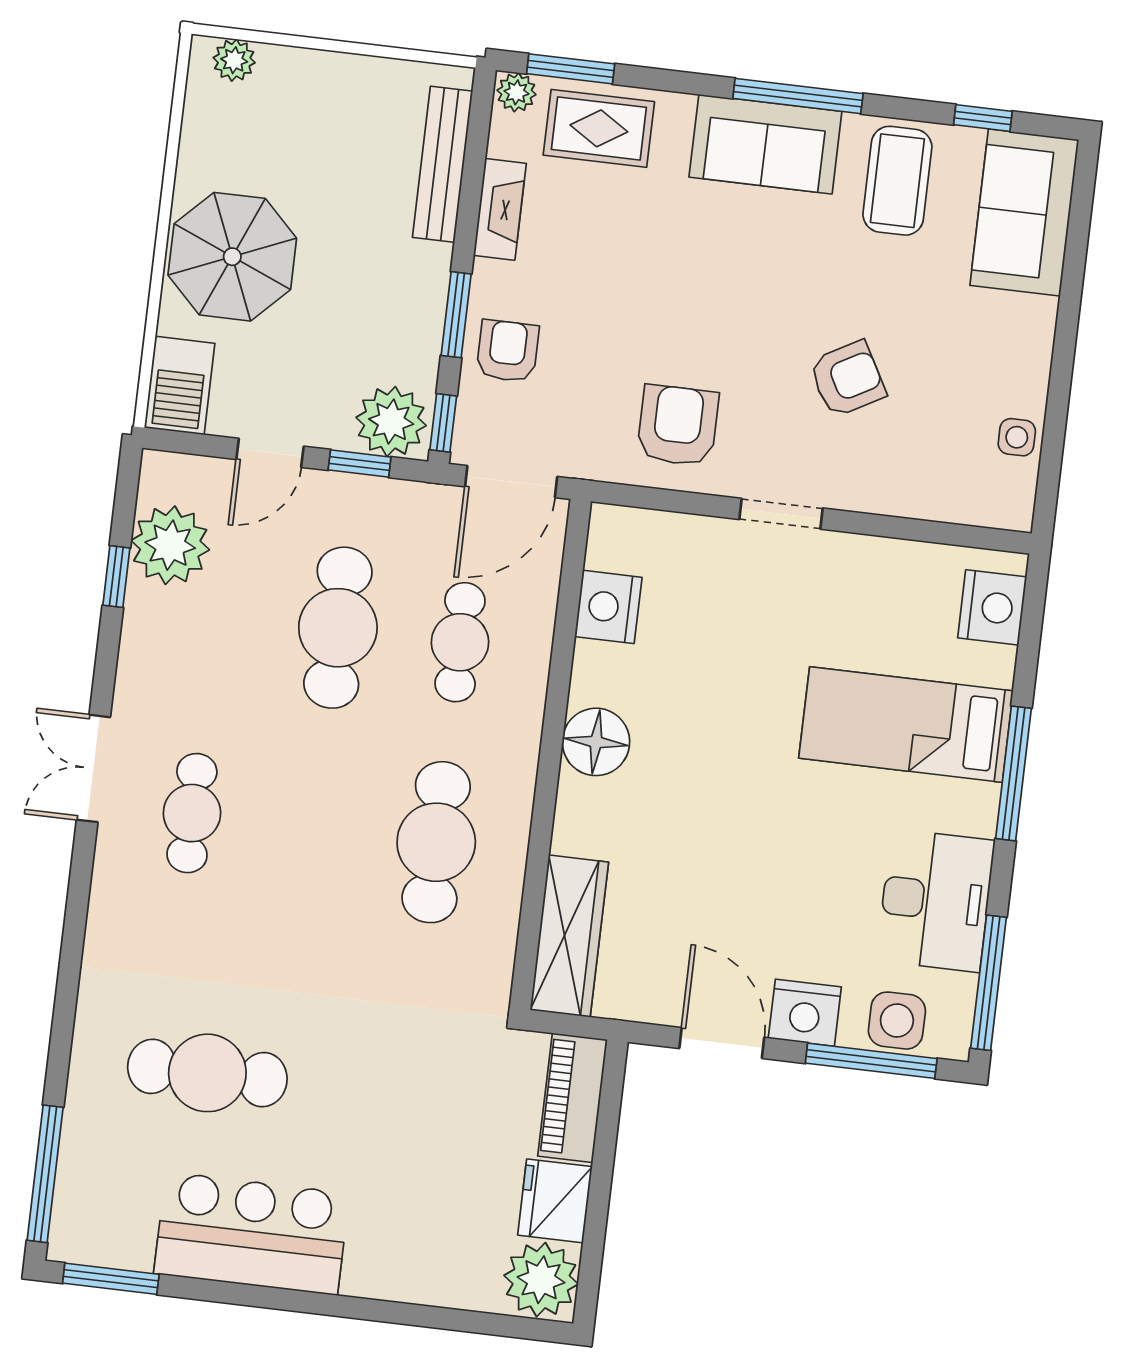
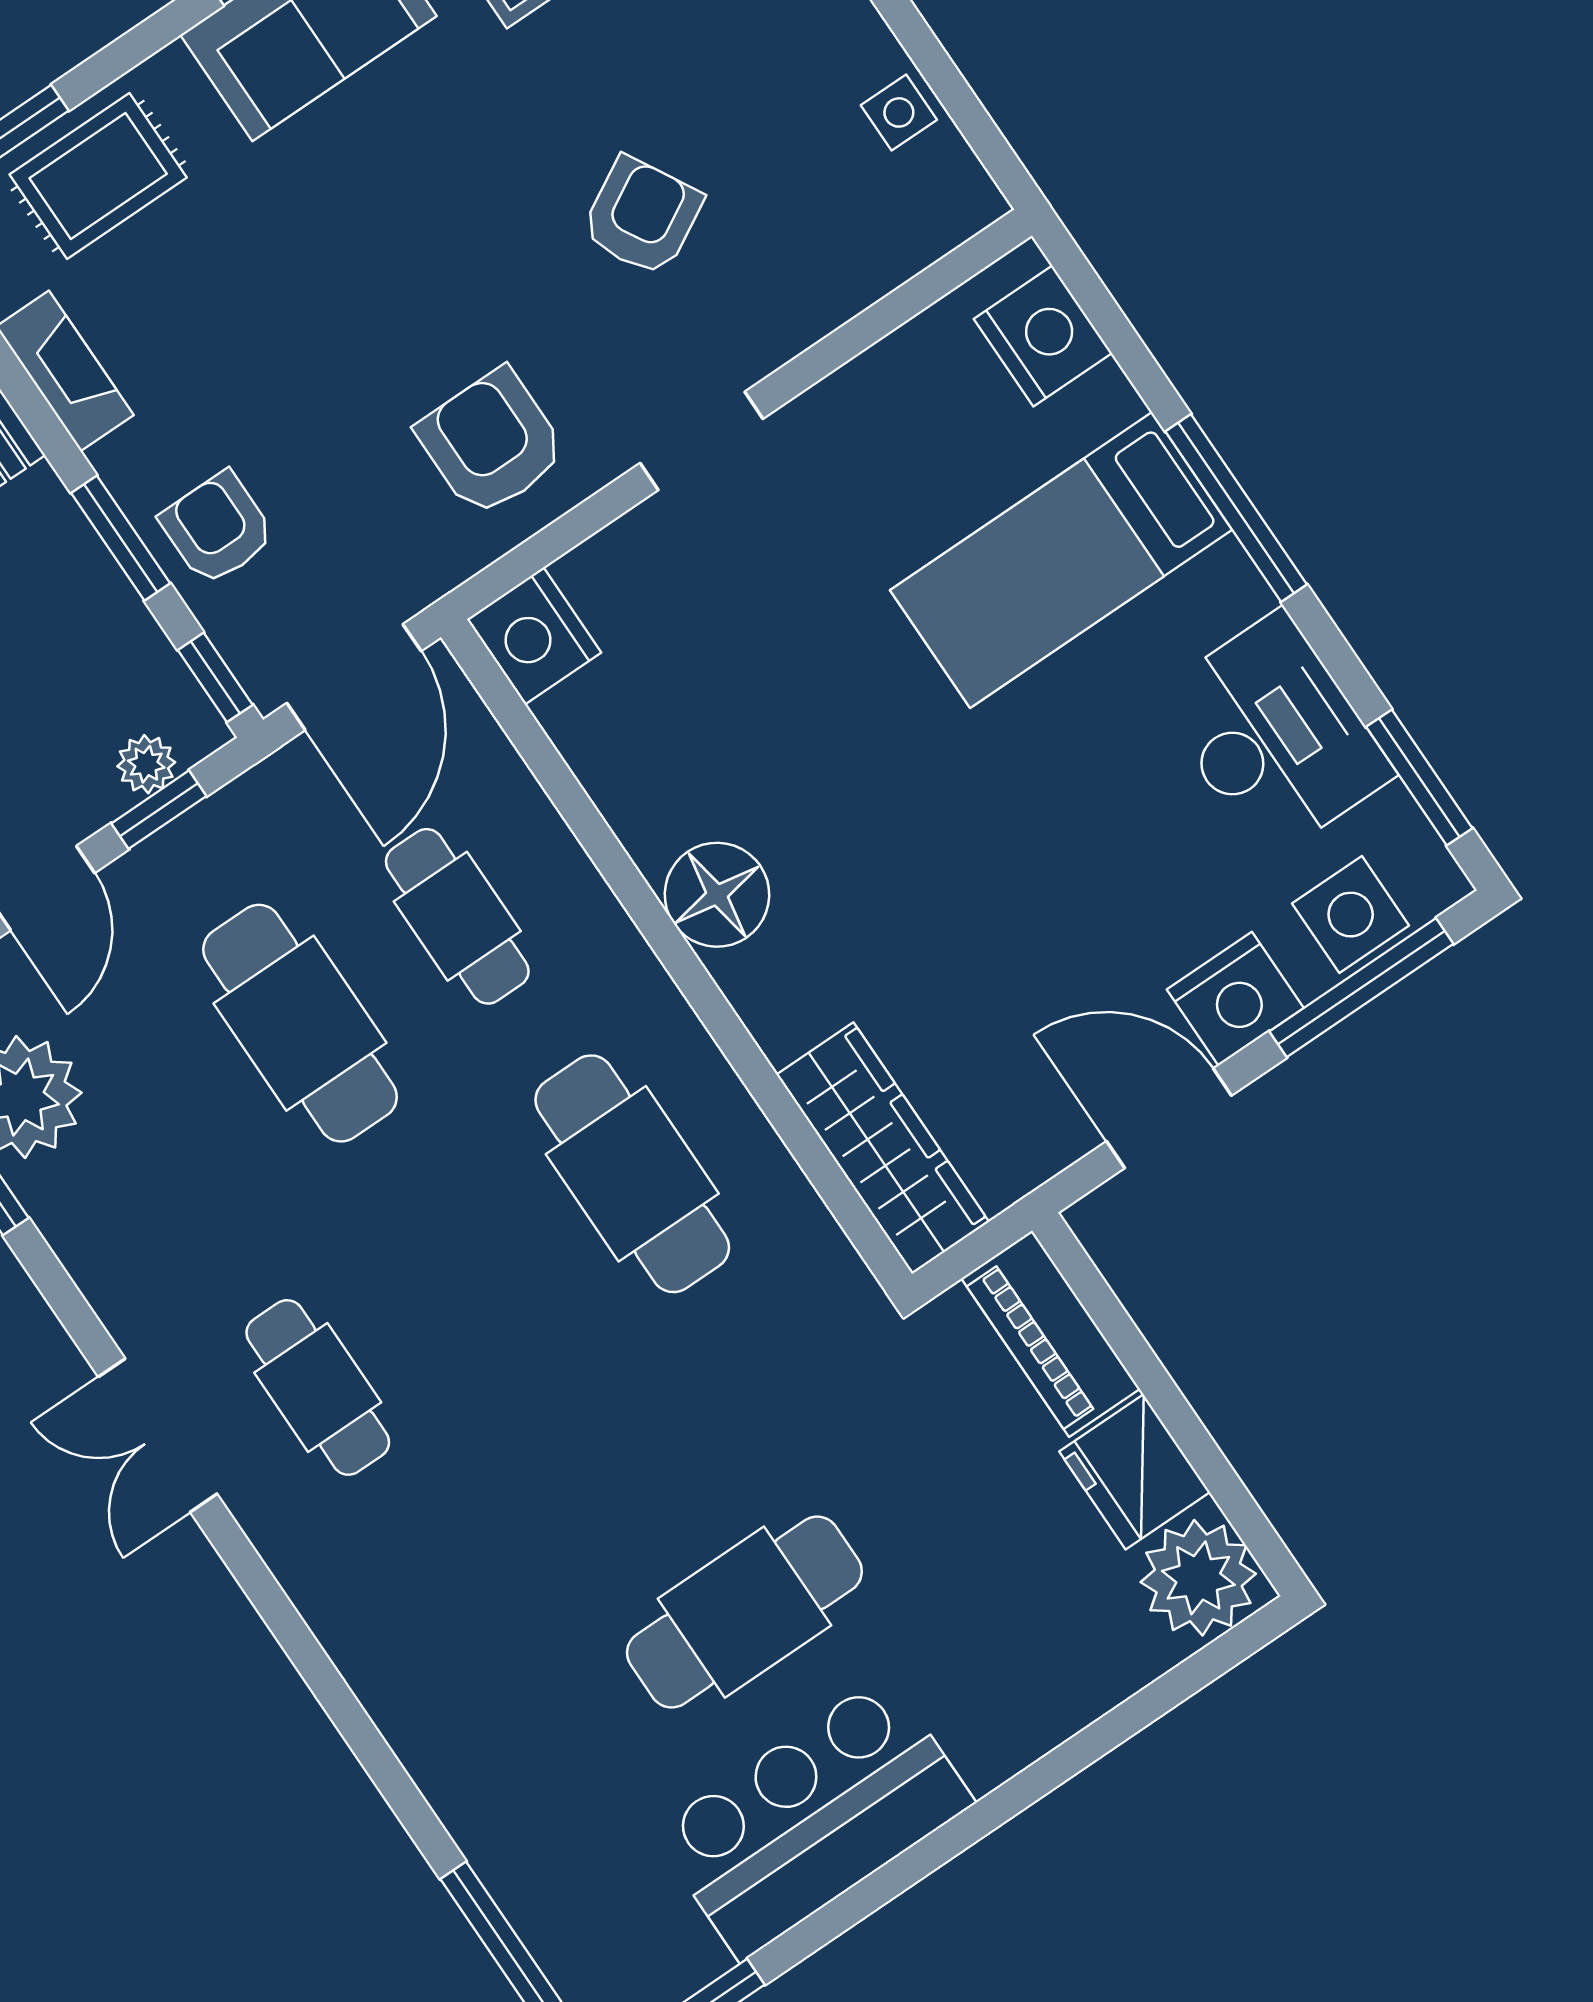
plant: (391, 421) -> (146, 764), width x0.53, depth x0.53
nightstand: (608, 607) -> (534, 636), moved
window: (989, 983) -> (1419, 777), width x0.69
cafe table: (207, 1073) -> (744, 1612), moved

